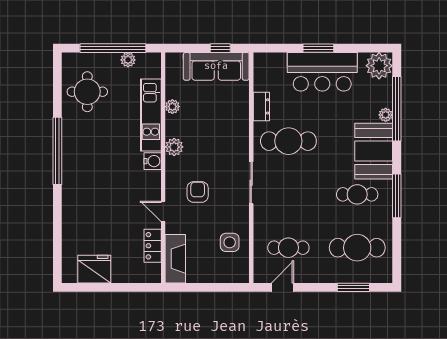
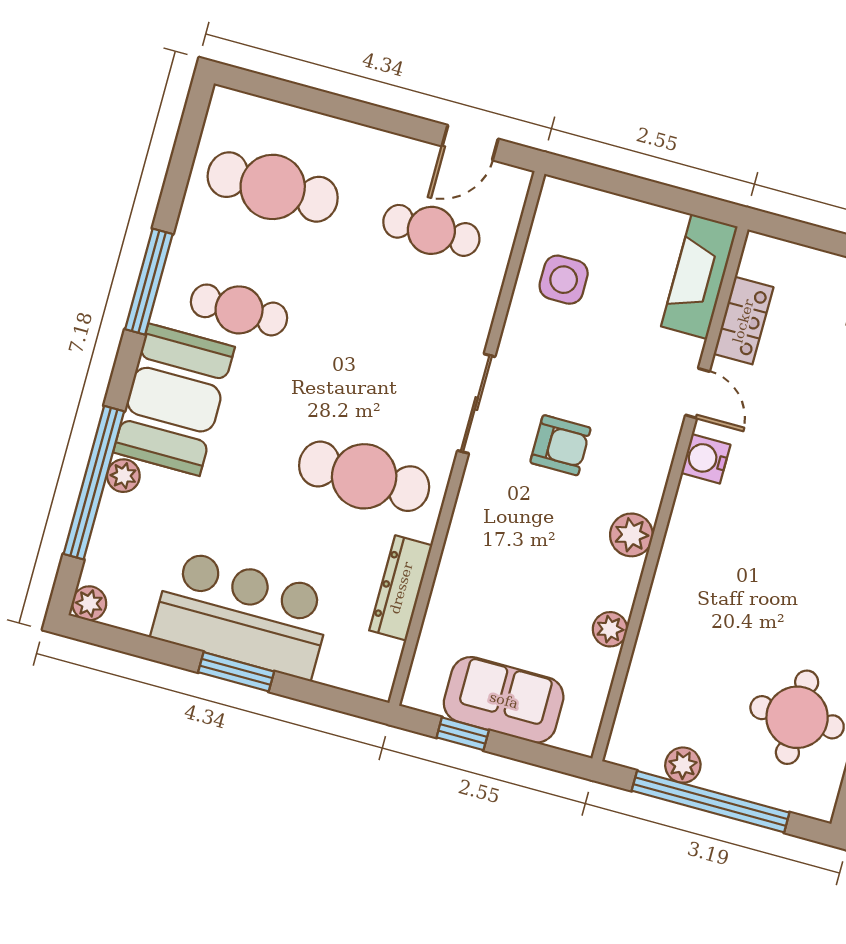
sofa: (216, 66) -> (504, 700), width x0.73
plant: (379, 66) -> (89, 603), width x0.53, depth x0.53
dresser: (261, 106) -> (401, 588), width x1.44
kitchen unit: (151, 115) -> (665, 623), removed
water cooler: (153, 161) -> (706, 459), moved
armchair: (198, 192) -> (560, 445), moved, turned -90
window: (353, 287) -> (307, 98), removed

